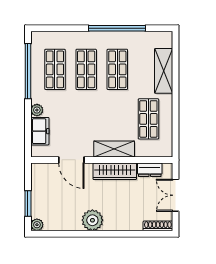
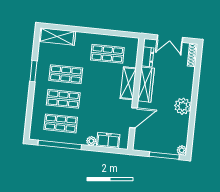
window: (117, 28) -> (33, 71), width x0.47
shelving: (164, 71) -> (57, 36), moved
window: (28, 203) -> (164, 156), width x1.44

